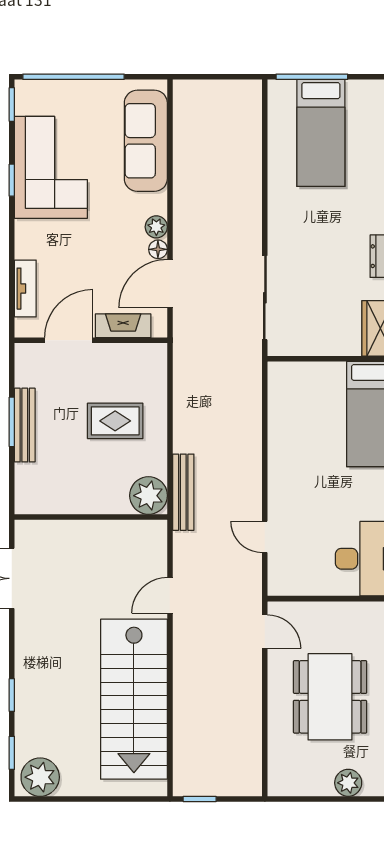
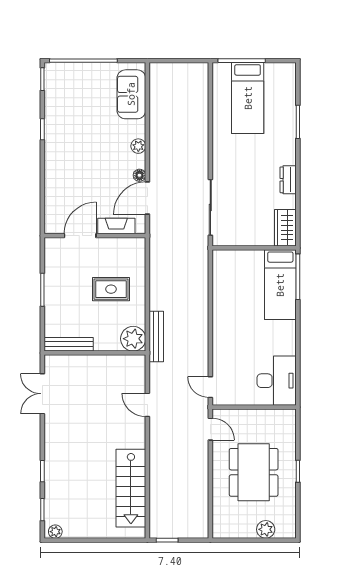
sofa: (146, 141) -> (131, 94), width x0.73
corner sofa: (51, 167) -> (68, 121), removed
plant: (156, 227) -> (138, 146), moved
tv unit: (25, 289) -> (51, 201), removed
bench: (25, 425) -> (69, 344), moved, turned 90
door: (265, 537) -> (210, 387), moved
door: (170, 595) -> (147, 405), hinge flipped
stairs: (134, 699) -> (131, 488), width x0.73, depth x0.66
plant: (40, 777) -> (55, 532), width x0.53, depth x0.53

